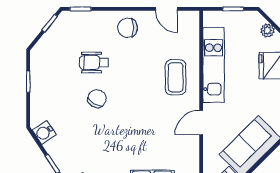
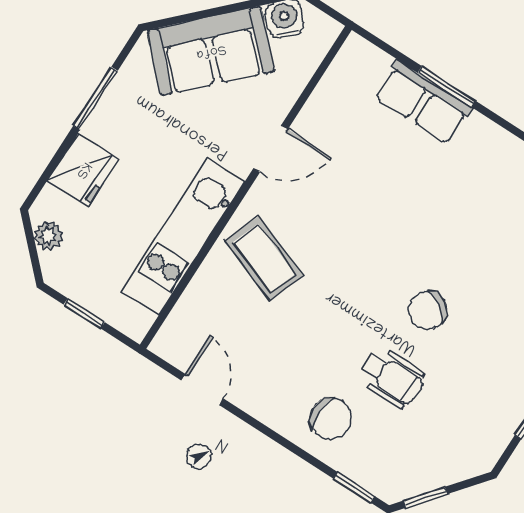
chair: (128, 28) -> (331, 418), moved
coffee table: (176, 77) -> (264, 258), turned -69

